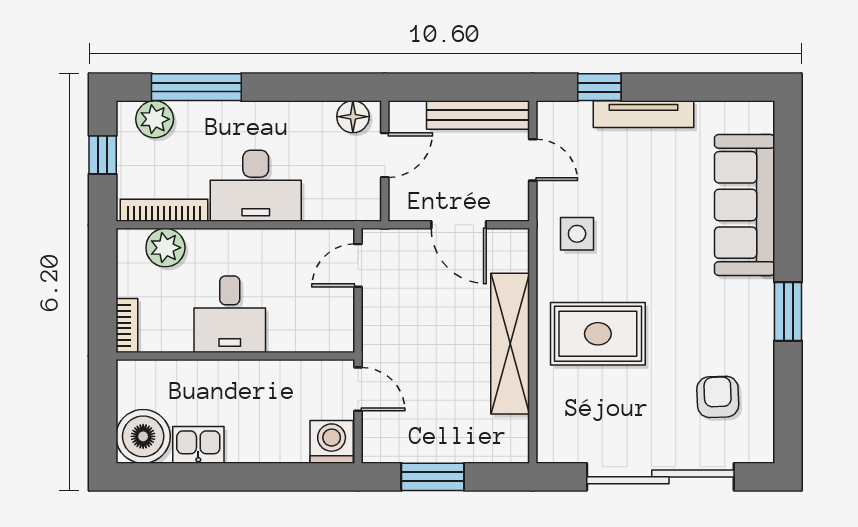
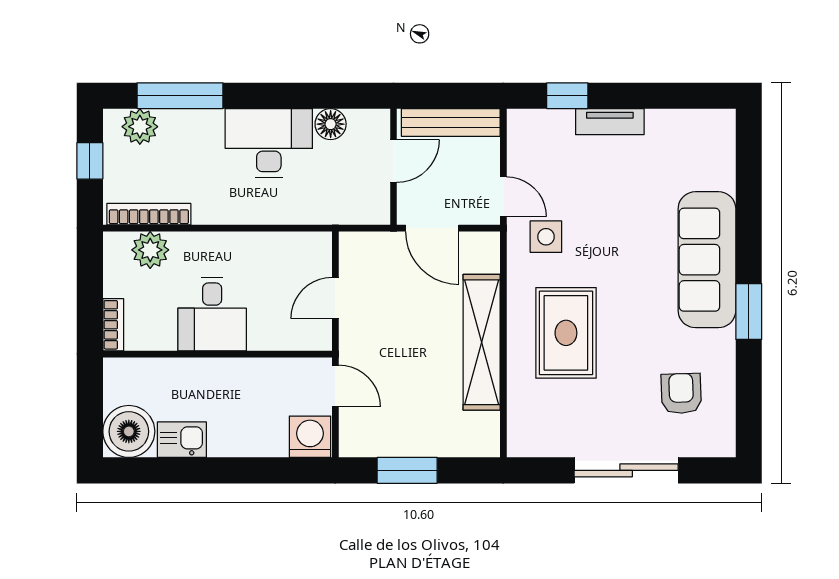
tv unit: (643, 114) -> (610, 122), width x0.71
door: (385, 155) -> (393, 161), moved
door: (533, 160) -> (503, 197), moved
wall: (385, 161) -> (393, 167), moved
desk: (256, 186) -> (269, 143), moved, turned 180
sofa: (745, 205) -> (707, 260), moved
door: (358, 265) -> (335, 298), moved
rug: (598, 334) -> (566, 333), turned 90
sliding door: (660, 477) -> (626, 470), width x0.73

